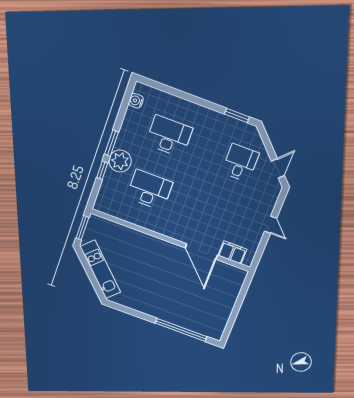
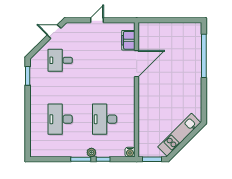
water cooler: (136, 101) -> (130, 152), moved
plant: (120, 161) -> (91, 152), width x0.53, depth x0.53

